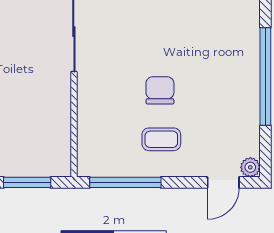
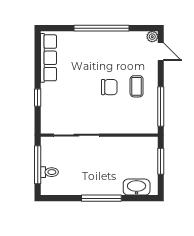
chair: (160, 90) -> (109, 87), turned 180

